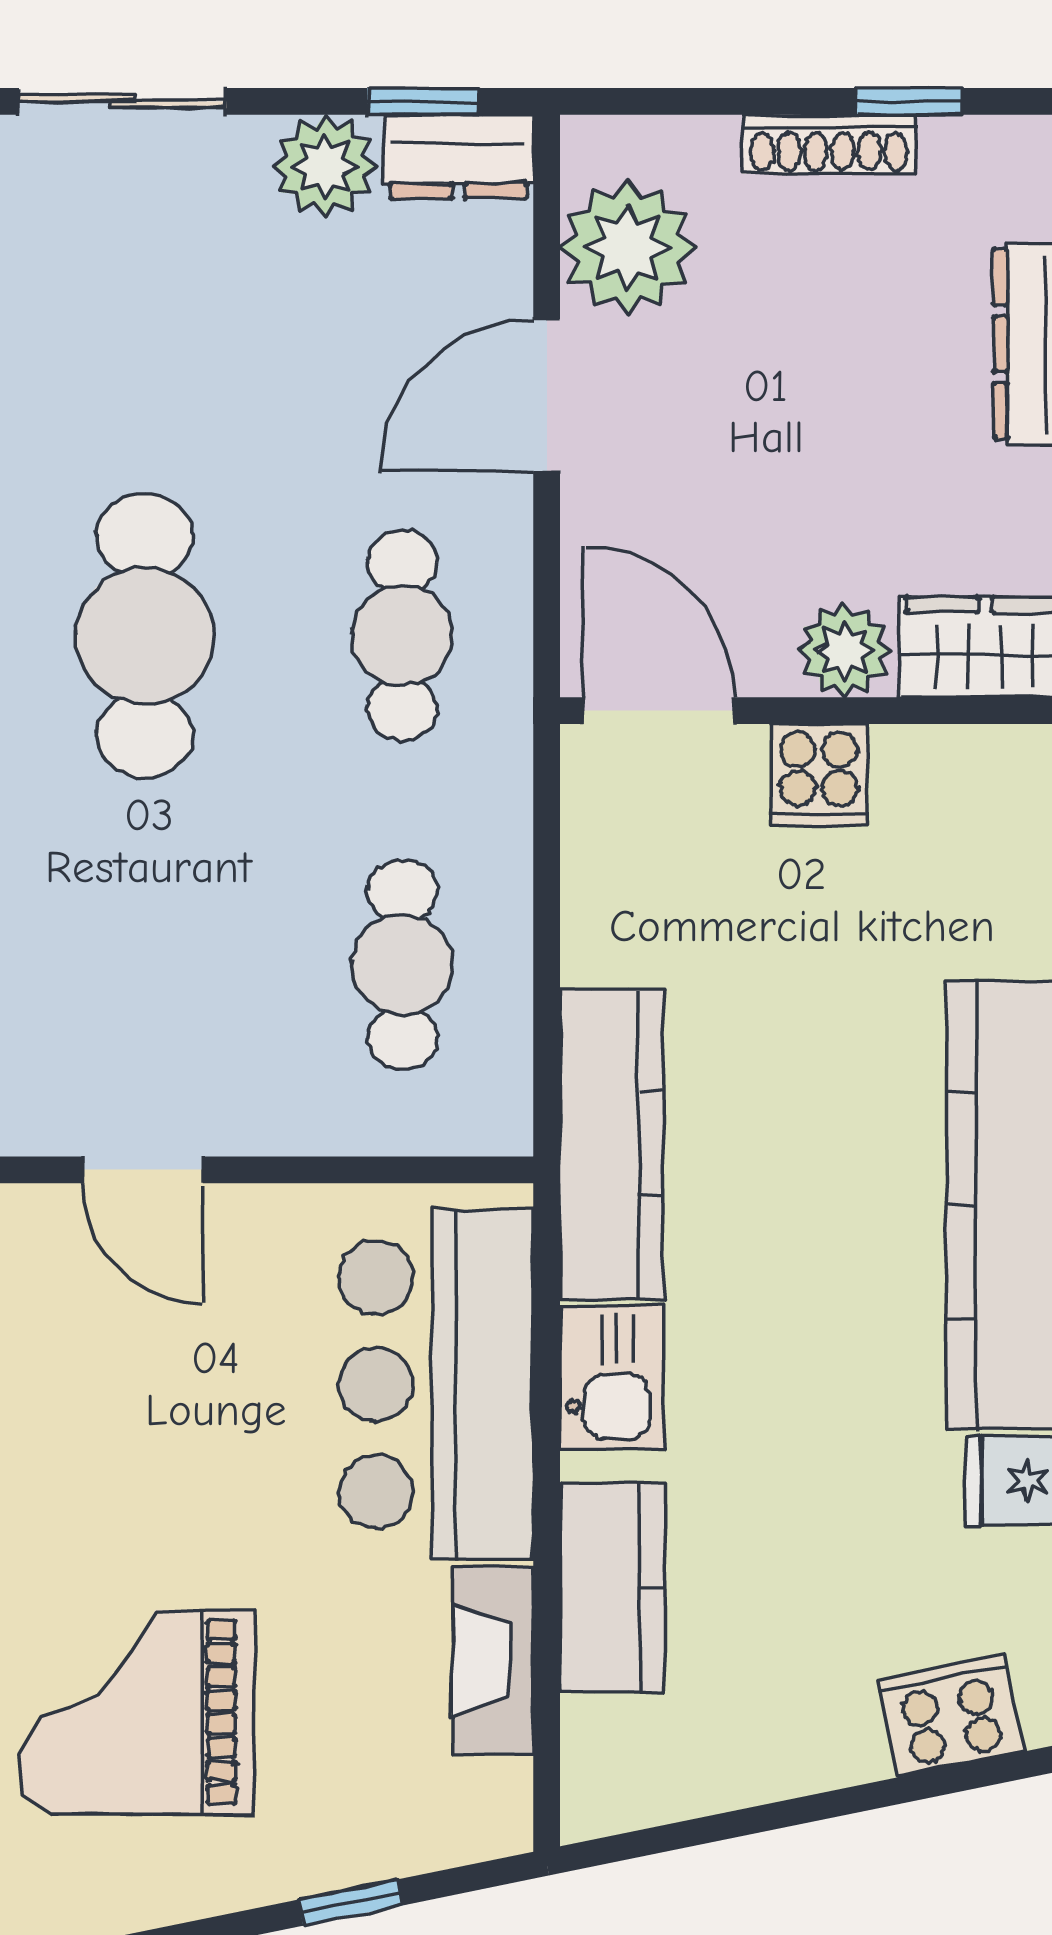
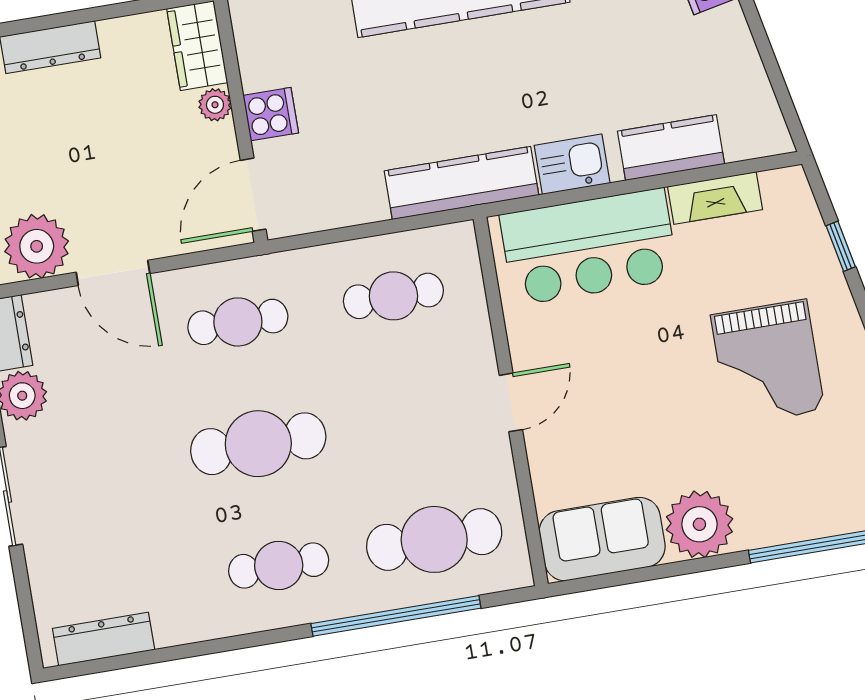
plant: (844, 650) -> (215, 105), width x0.73, depth x0.73

